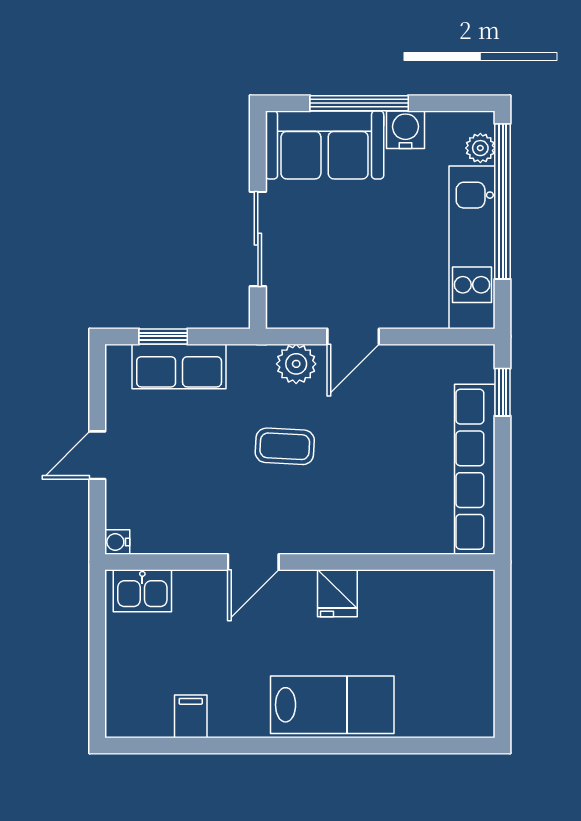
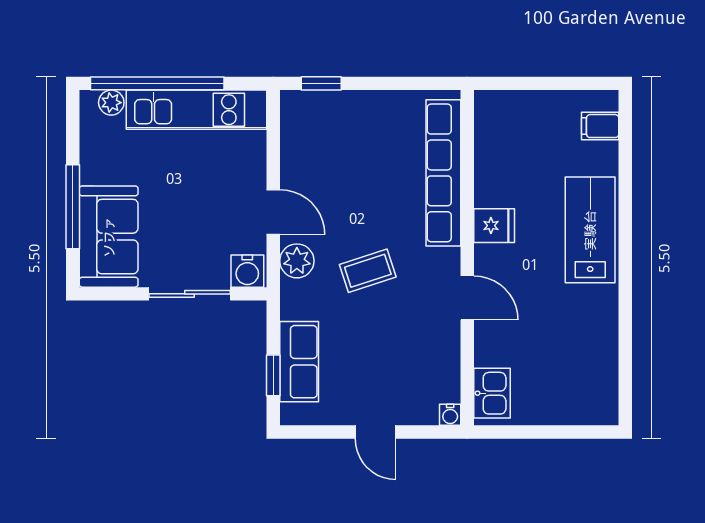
water cooler: (405, 130) -> (247, 271), moved, turned -90
coffee table: (285, 446) -> (368, 271), turned 69
row of seats: (475, 469) -> (443, 173), moved, turned 90
filing cabinet: (191, 716) -> (600, 126), moved

